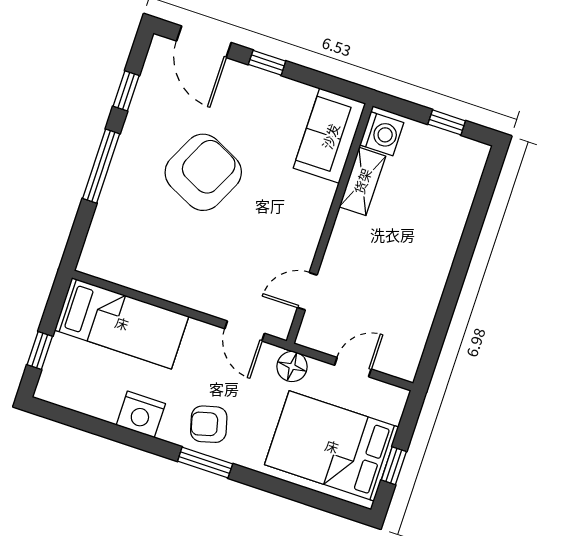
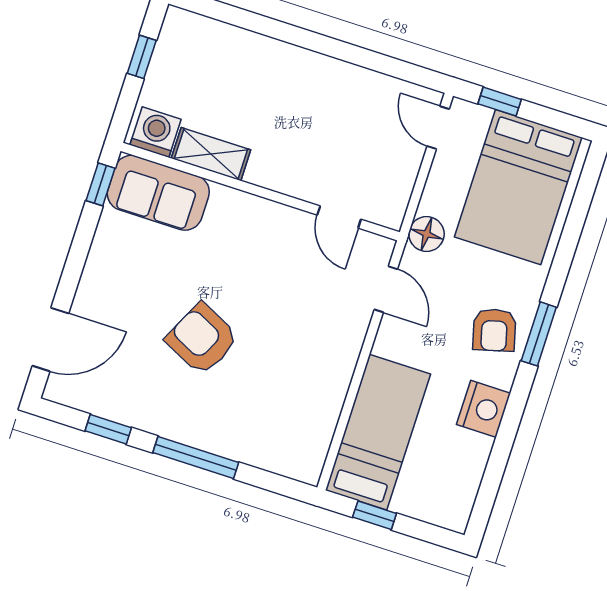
window: (267, 63) -> (101, 184), moved
armchair: (203, 172) -> (202, 339), width x0.73, depth x0.73
door: (245, 331) -> (386, 289), hinge flipped
window: (40, 350) -> (375, 515), moved
door: (353, 367) -> (438, 128), moved
window: (394, 466) -> (500, 102), moved

